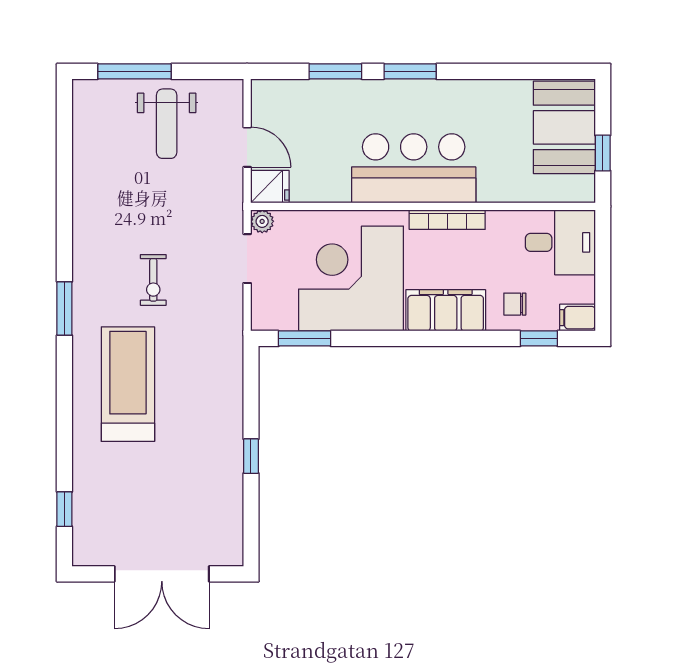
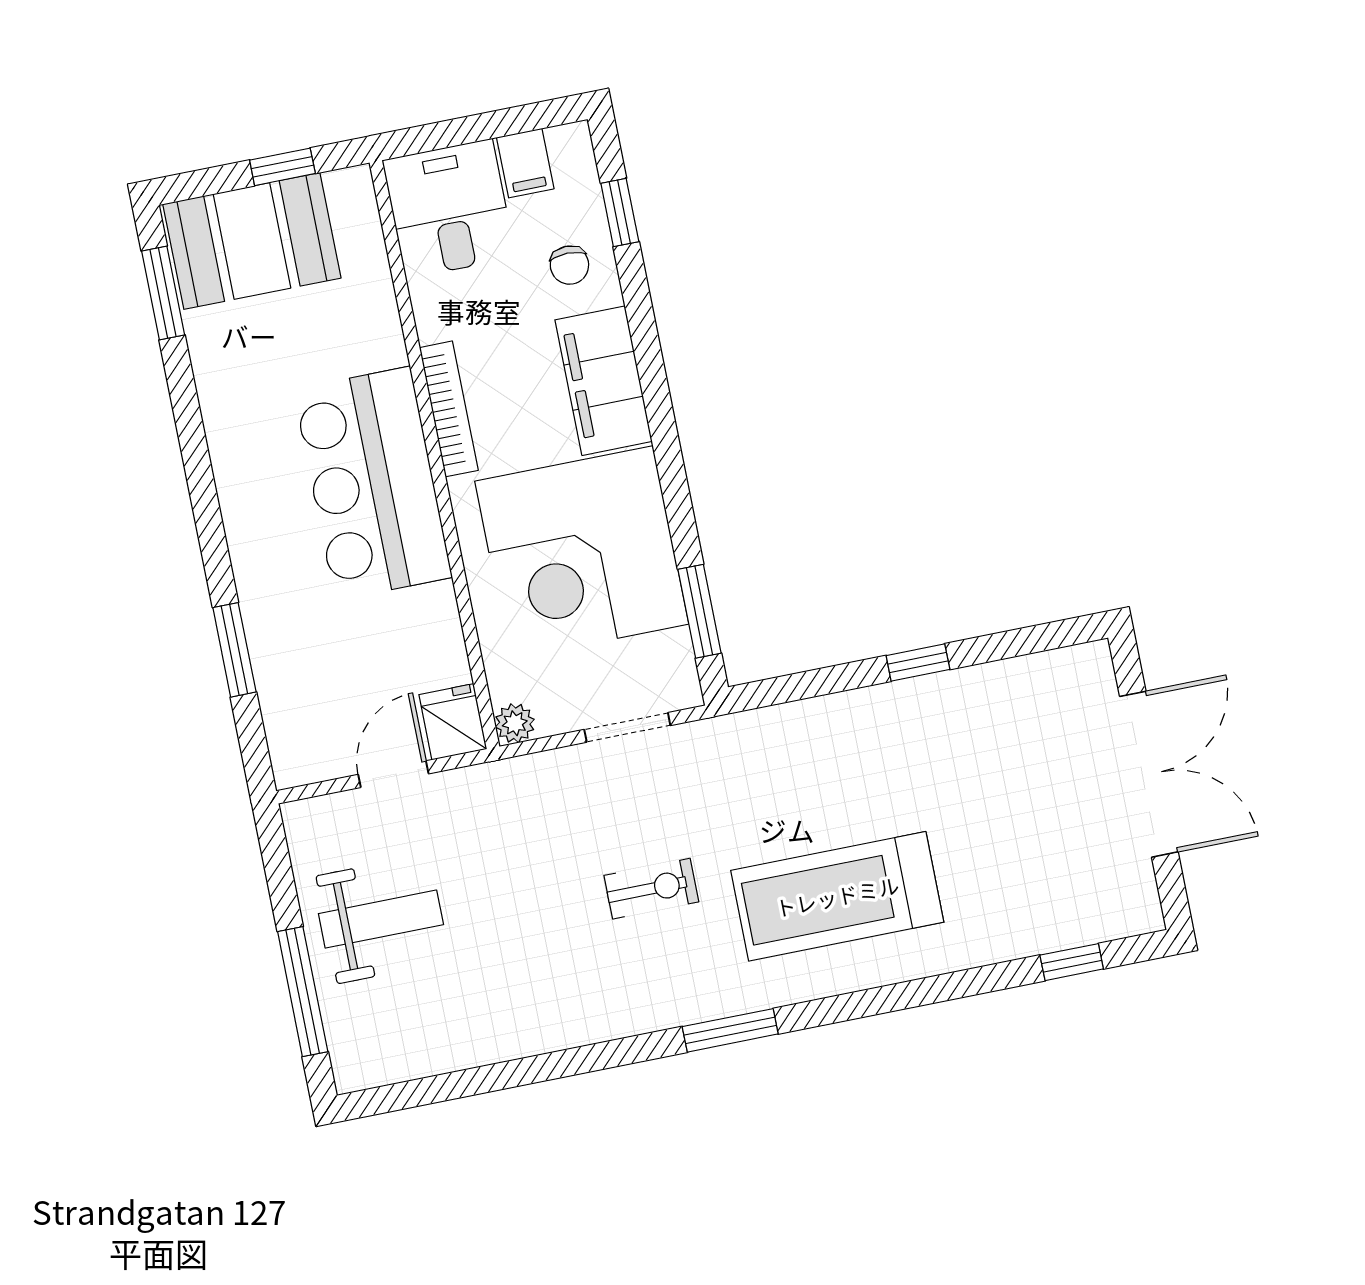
window: (410, 71) -> (163, 293), moved
doorway: (247, 259) -> (627, 727), moved
filing cabinet: (577, 318) -> (525, 163), moved

